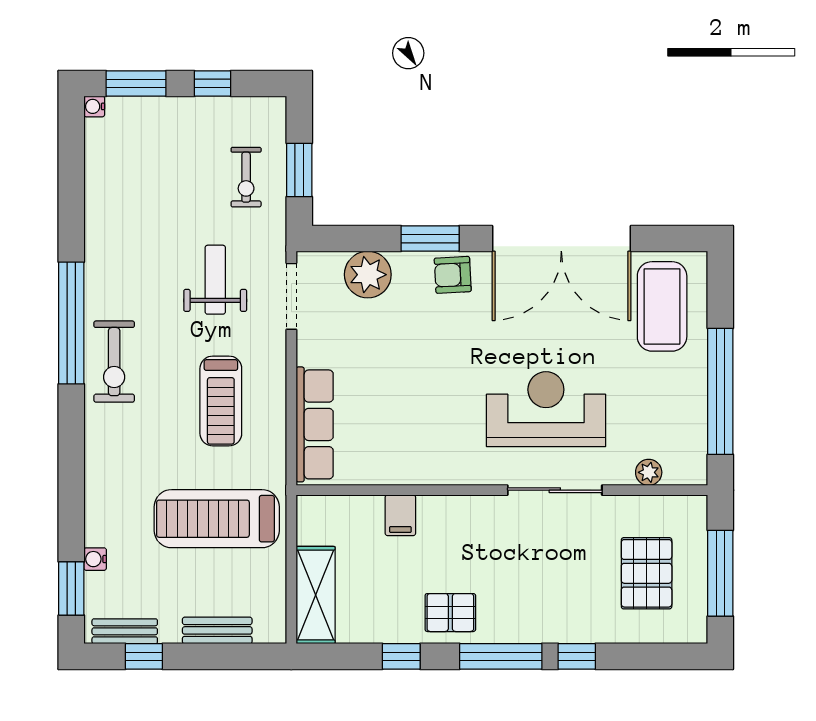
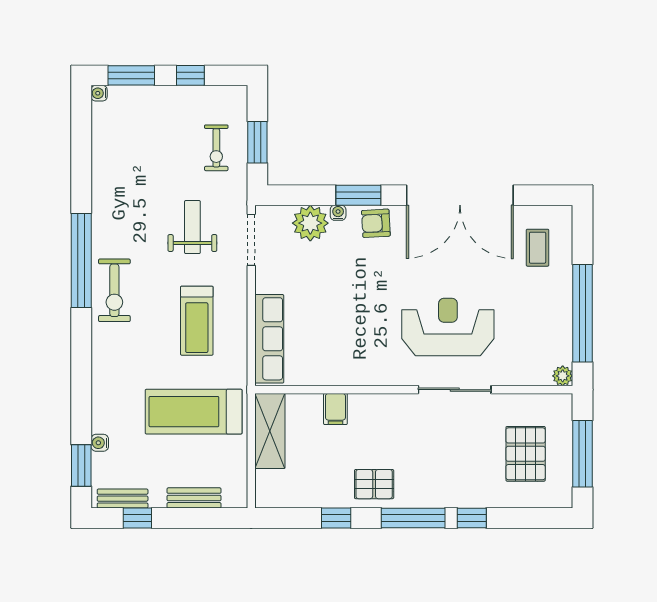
water cooler: (404, 261) -> (338, 213), added
coffee table: (662, 306) -> (538, 248), width x0.54, depth x0.58
plant: (649, 472) -> (563, 376), moved
shelving: (316, 595) -> (270, 431), moved

